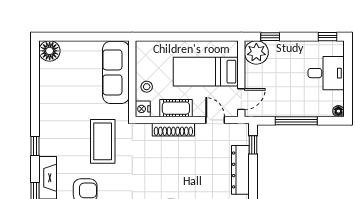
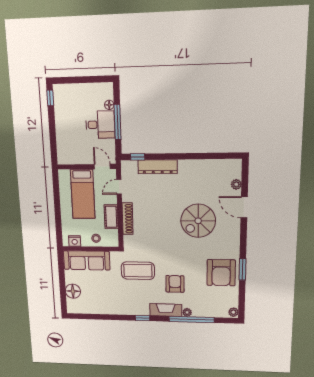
window: (270, 37) -> (53, 144), removed
floor lamp: (50, 51) -> (73, 291), moved
plant: (256, 52) -> (66, 155), removed
desk: (326, 73) -> (100, 125), moved, turned 90
nightstand: (143, 109) -> (75, 241), moved
floor lamp: (338, 111) -> (109, 105), moved

